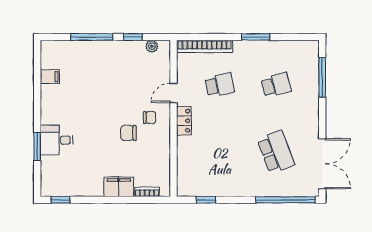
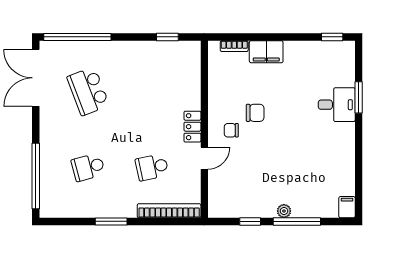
plant: (152, 46) -> (284, 211), moved
filing cabinet: (50, 77) -> (347, 207), moved, turned 90
window: (322, 77) -> (36, 176), width x1.46

